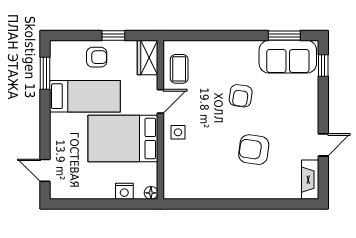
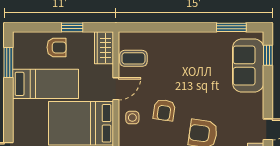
sofa: (288, 57) -> (248, 66), moved, turned 90
coffee table: (179, 69) -> (133, 58), turned 90
armchair: (241, 96) -> (164, 110), moved

